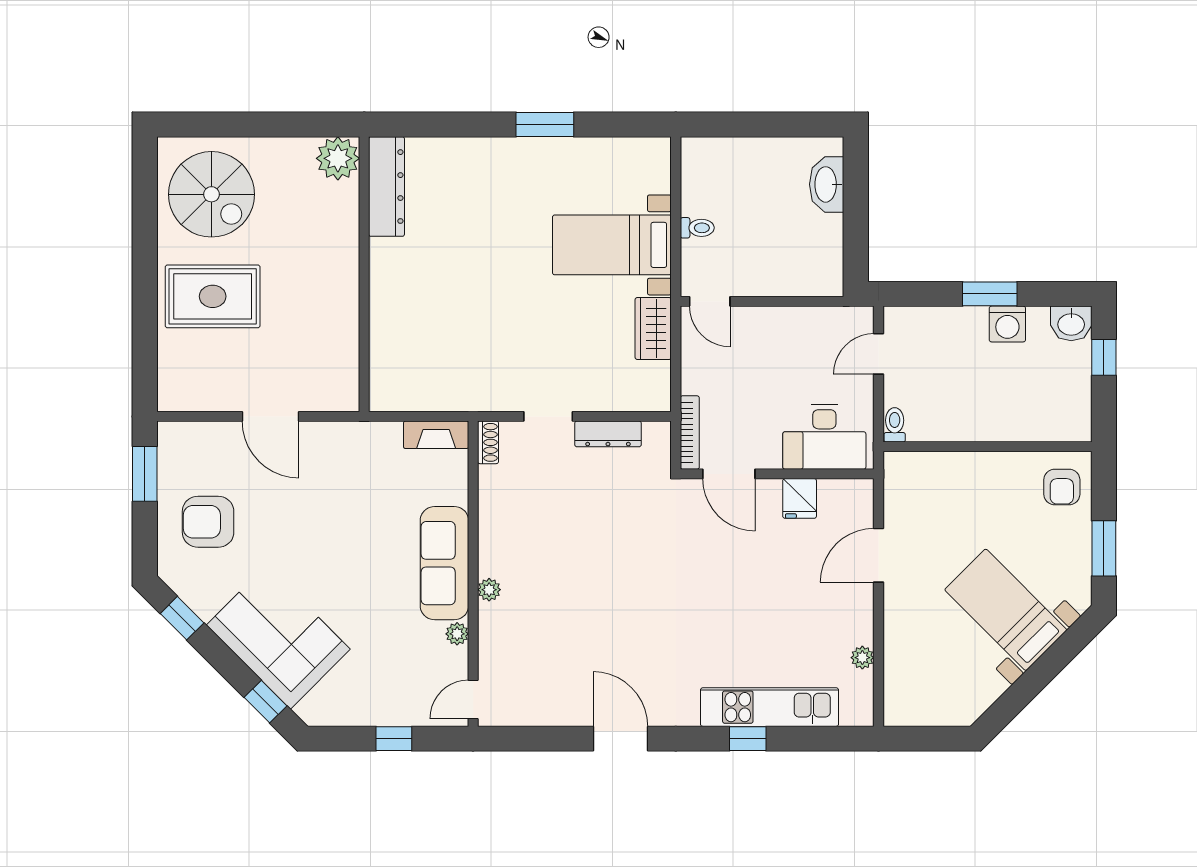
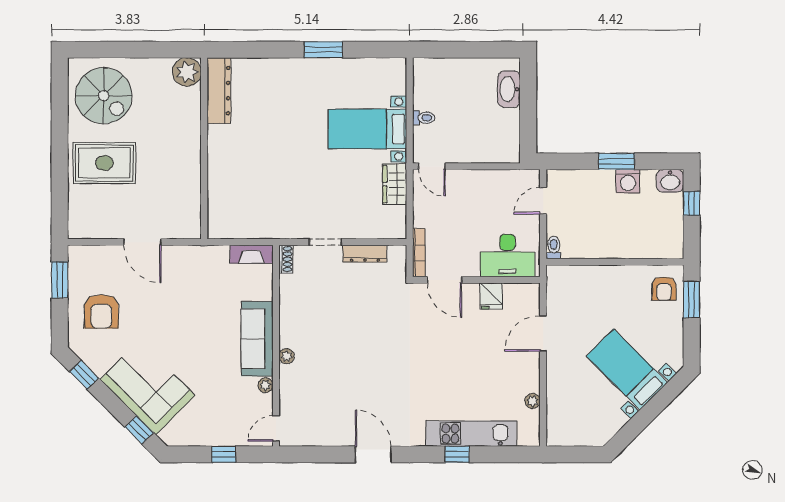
armchair: (208, 522) -> (101, 311), turned -90
window: (1104, 548) -> (692, 300), moved

